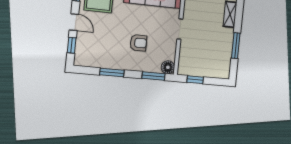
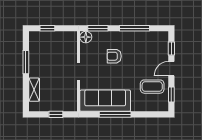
door: (74, 22) -> (171, 69), hinge flipped
window: (112, 72) -> (135, 28), width x1.44
window: (195, 80) -> (47, 28), moved

